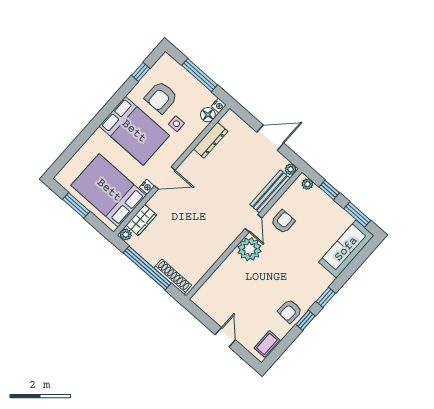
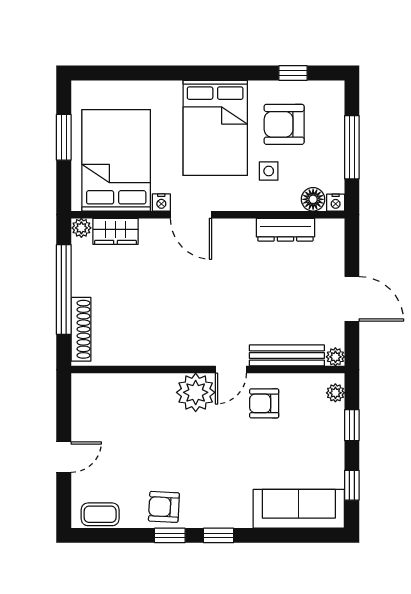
window: (357, 215) -> (352, 485), width x0.67
armchair: (283, 222) -> (264, 403), turned 180

